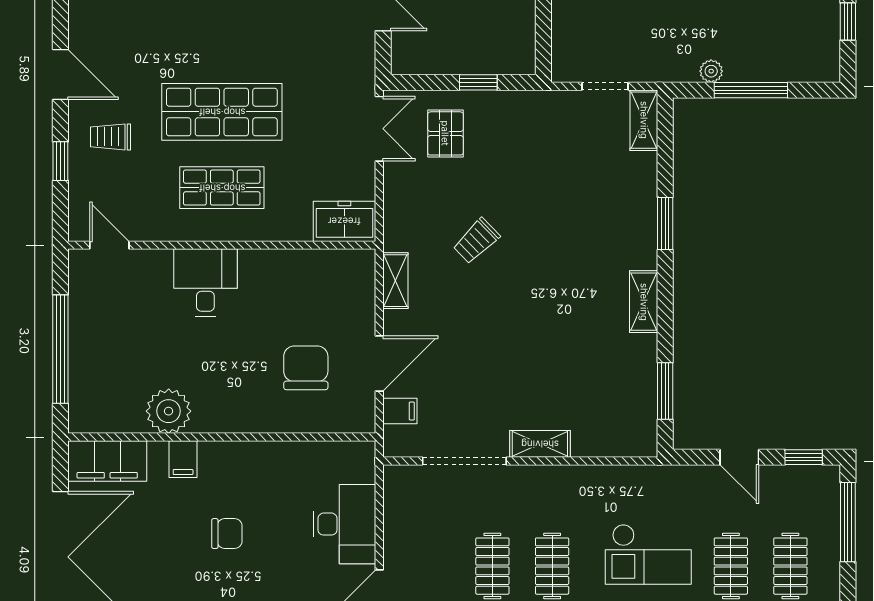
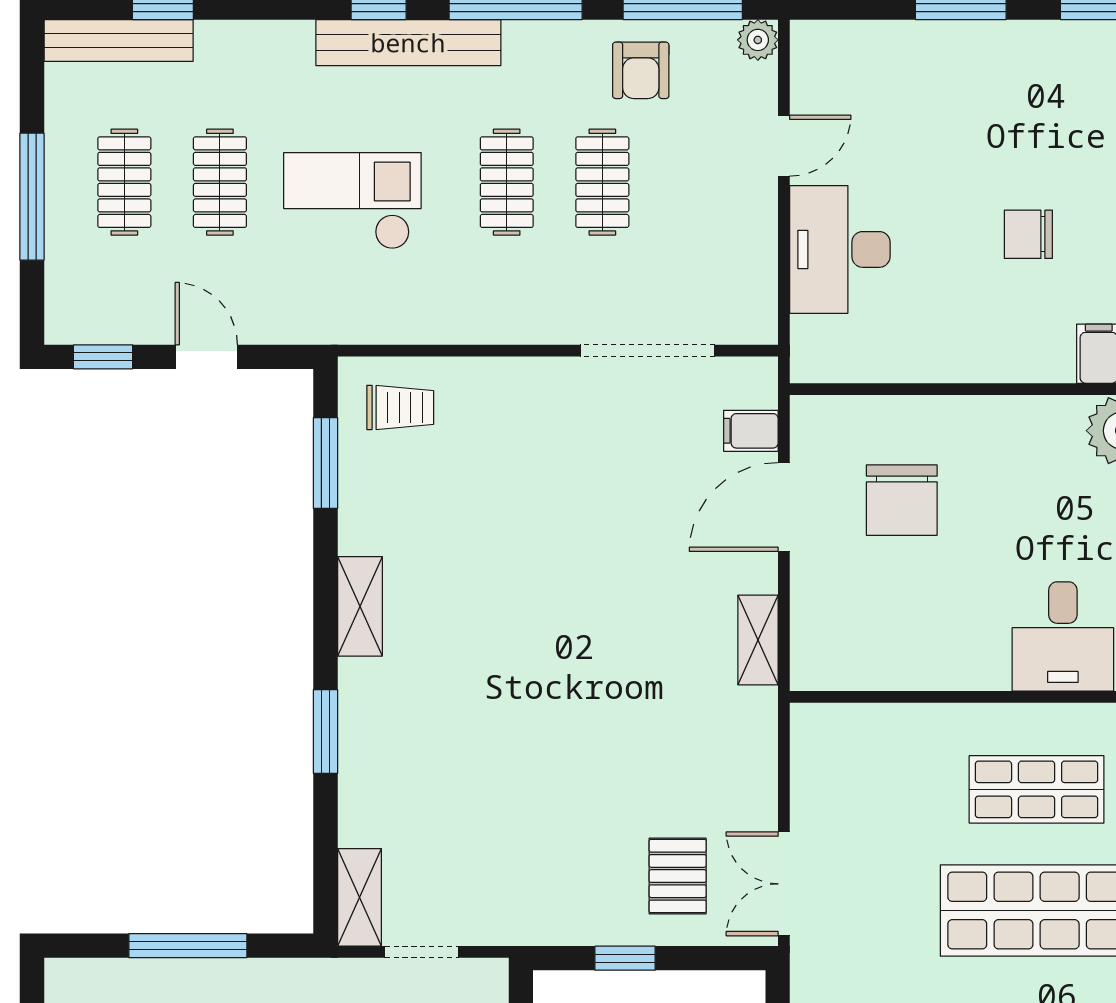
plant: (711, 71) -> (251, 976), removed
freezer: (344, 221) -> (840, 735), removed
trolley: (476, 241) -> (400, 407), moved, turned 44
shelving: (540, 444) -> (526, 378), removed
window: (848, 522) -> (32, 197), moved

